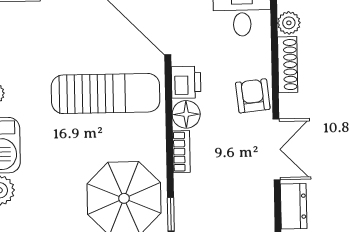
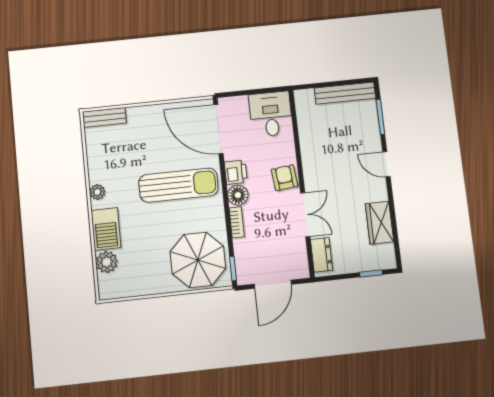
plant: (289, 23) -> (305, 124), removed
shoe rack: (288, 65) -> (307, 153), removed

